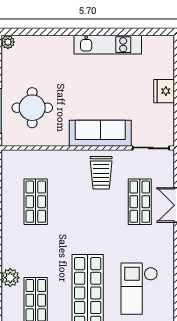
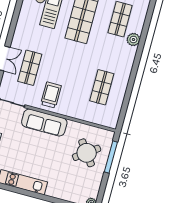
round table: (32, 108) -> (87, 153), turned -36

